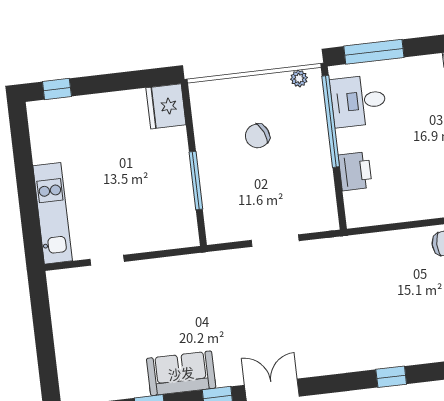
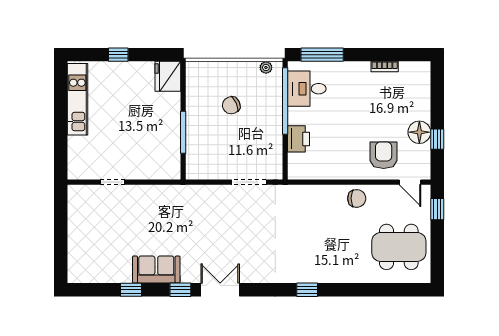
window: (57, 89) -> (118, 55), moved
kitchen unit: (53, 213) -> (77, 99), moved
doorway: (275, 241) -> (249, 182), moved

